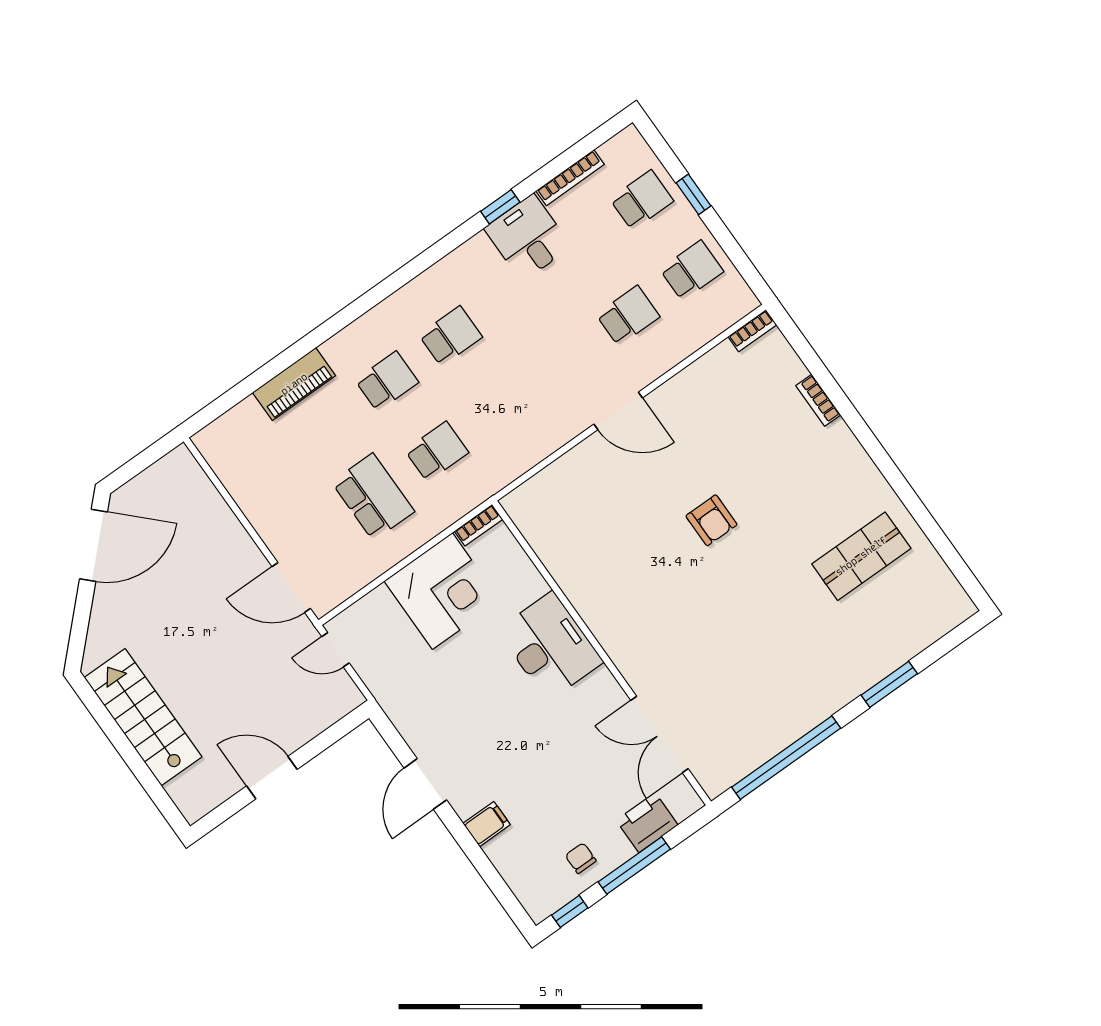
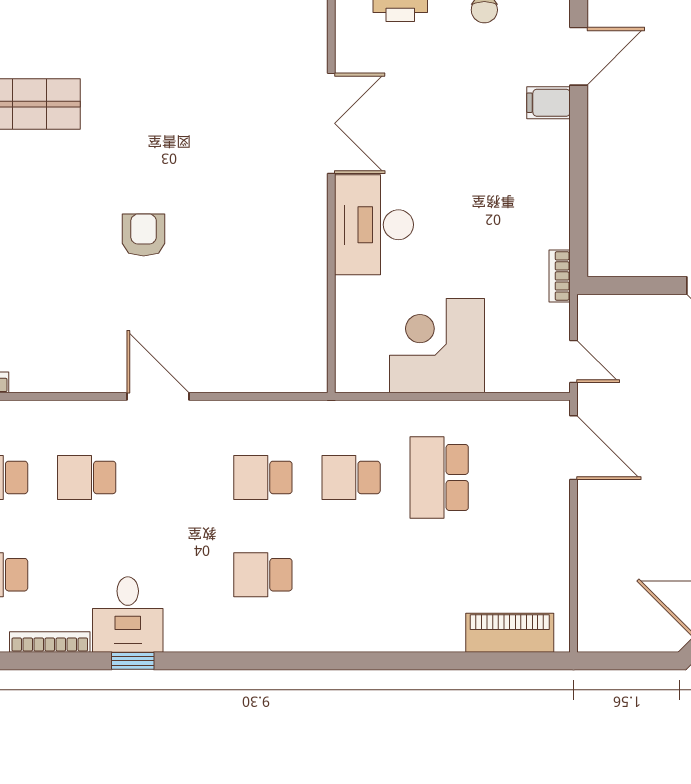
school desk: (387, 381) -> (263, 477), moved
piano: (294, 384) -> (510, 633), moved
bookcase: (479, 525) -> (560, 276), moved, turned -90
double door: (659, 735) -> (331, 123), moved
door: (425, 784) -> (579, 56), moved

